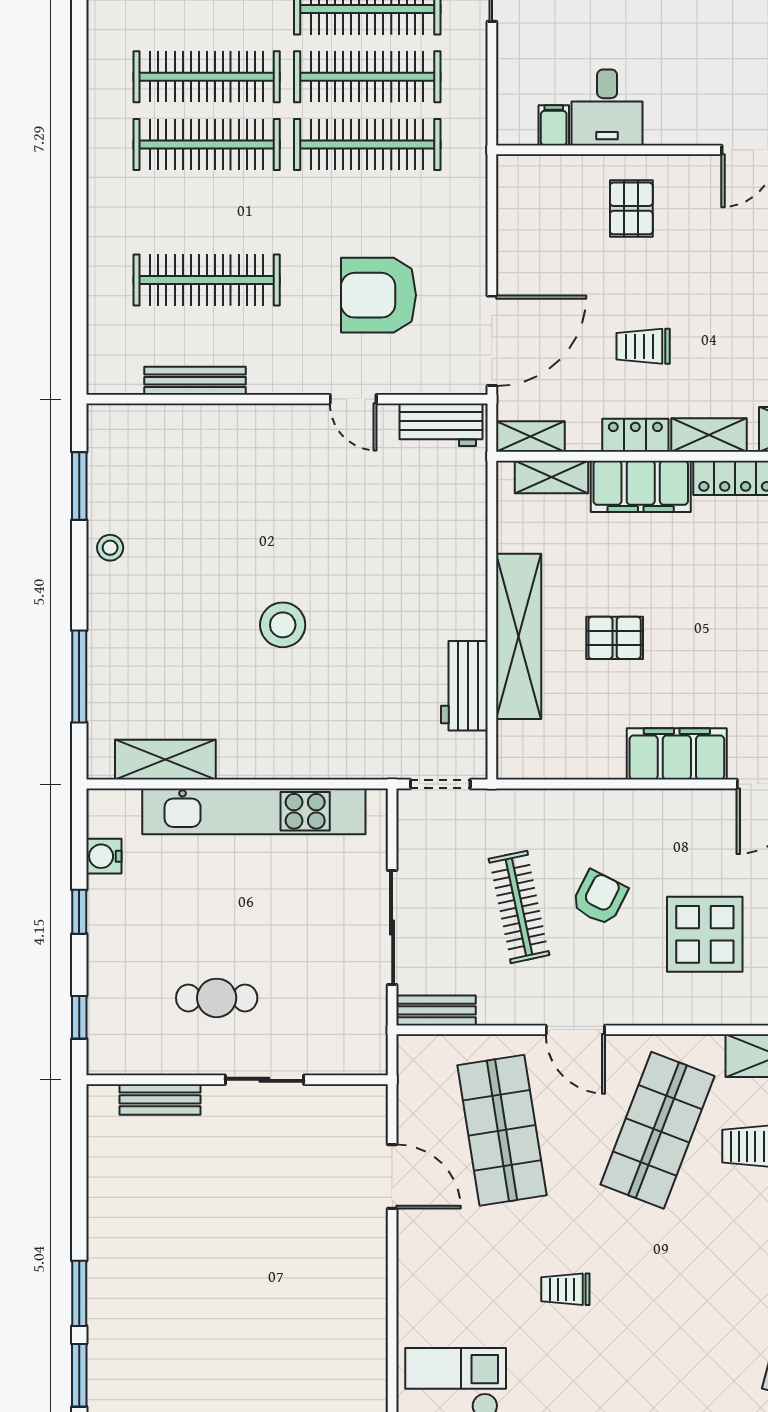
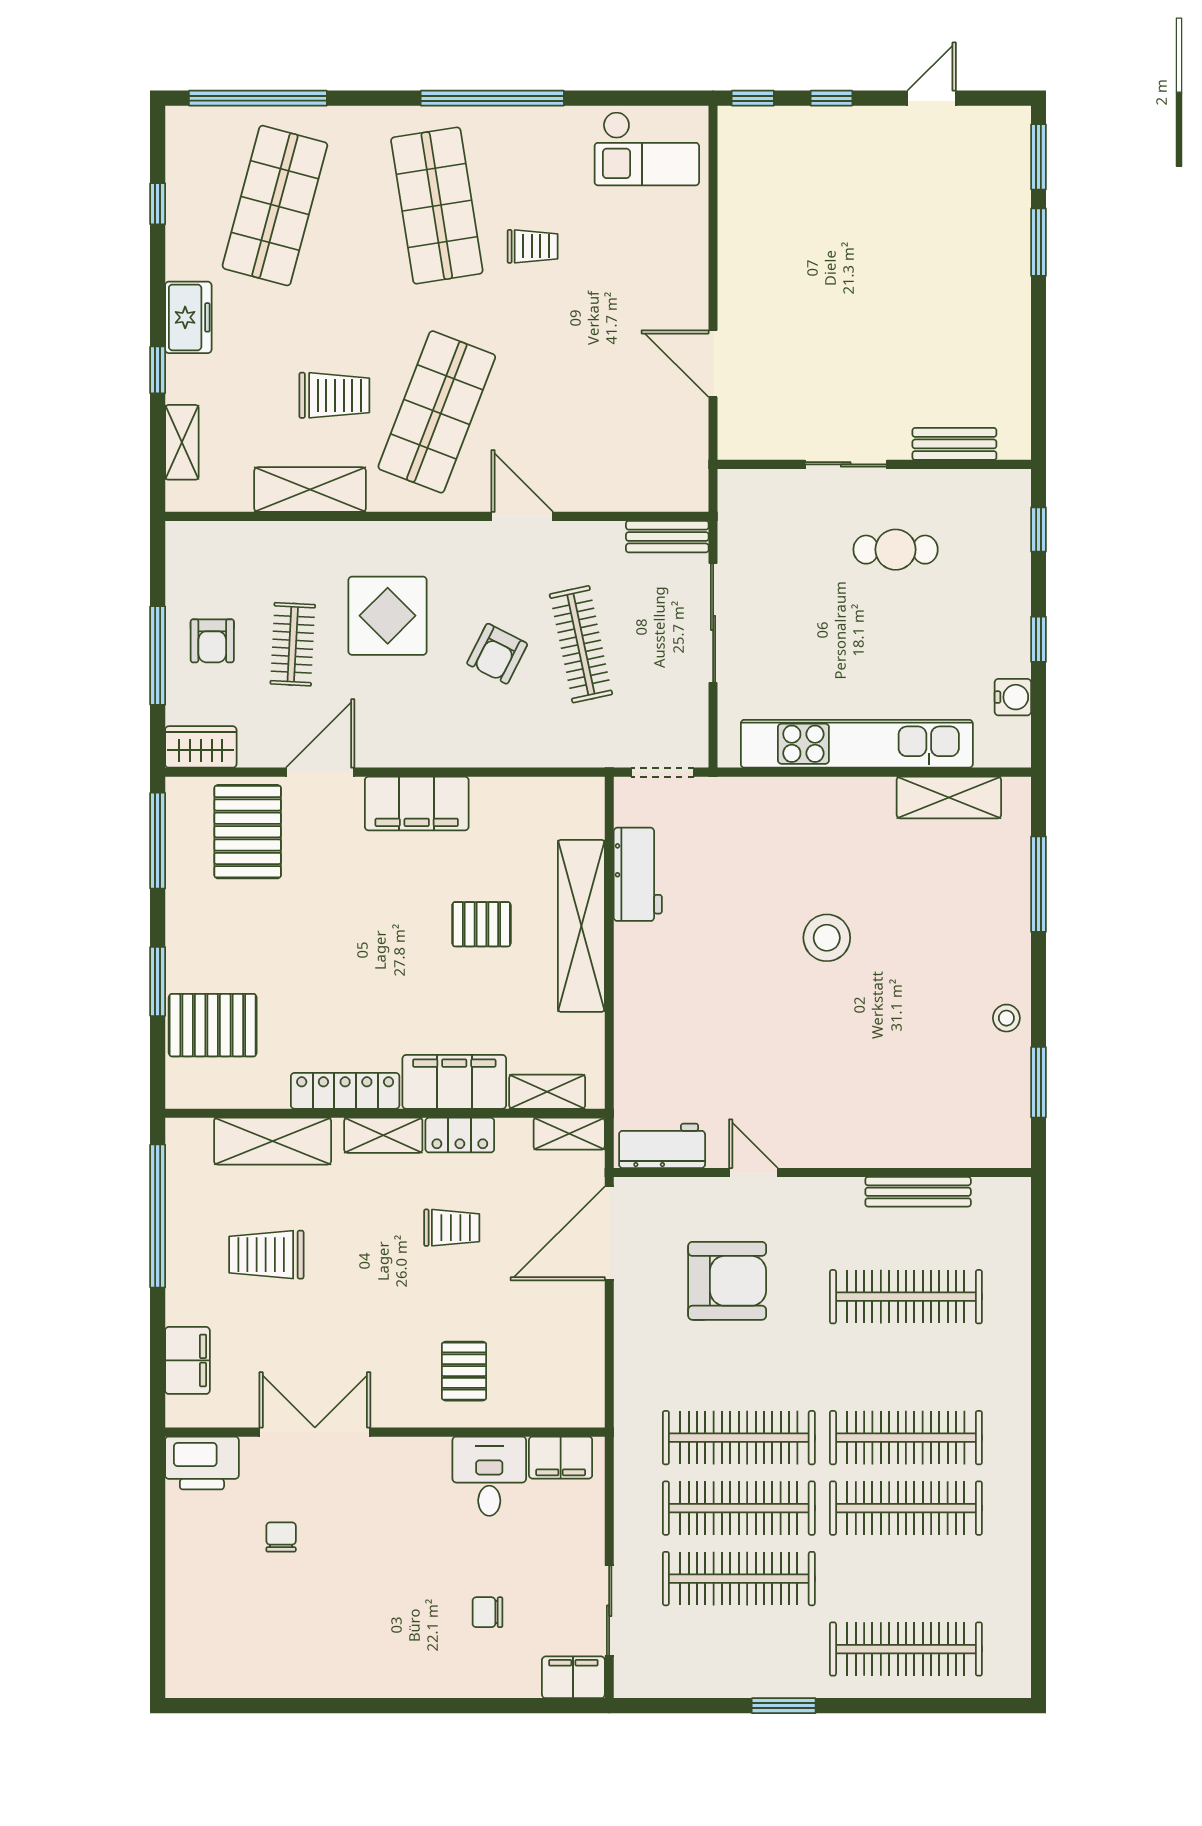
filing cabinet: (554, 125) -> (561, 1458), width x2.00
shop shelf: (502, 1130) -> (437, 206), moved

